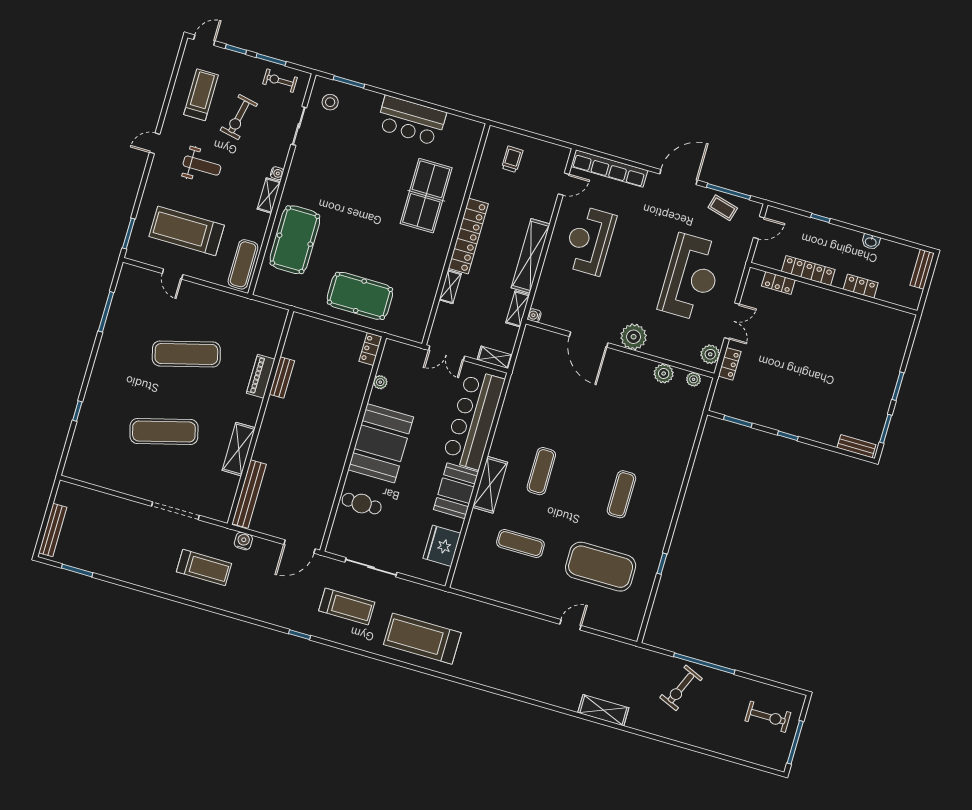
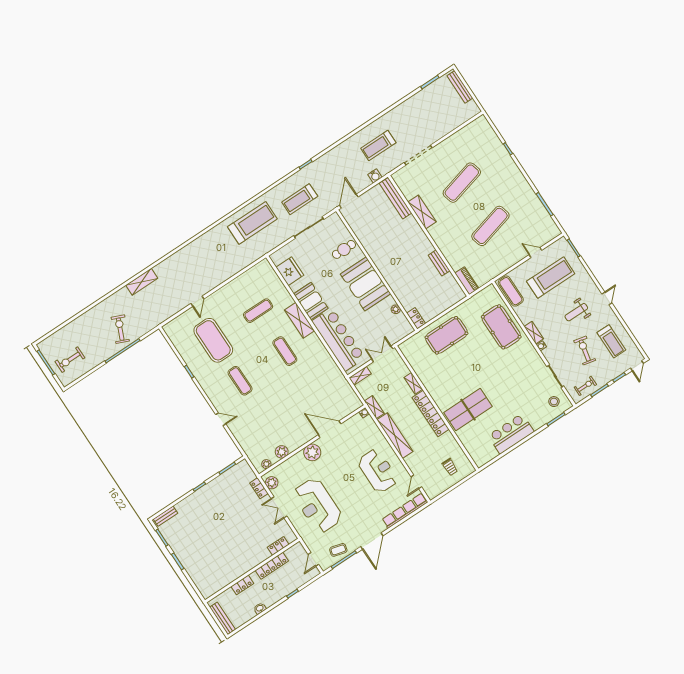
table tennis table: (426, 196) -> (468, 410), turned 90
bench: (922, 269) -> (222, 618), width x1.36
piano: (261, 376) -> (467, 281), moved
door: (686, 478) -> (221, 419), added
exercise mat: (601, 567) -> (213, 340), turned 90

